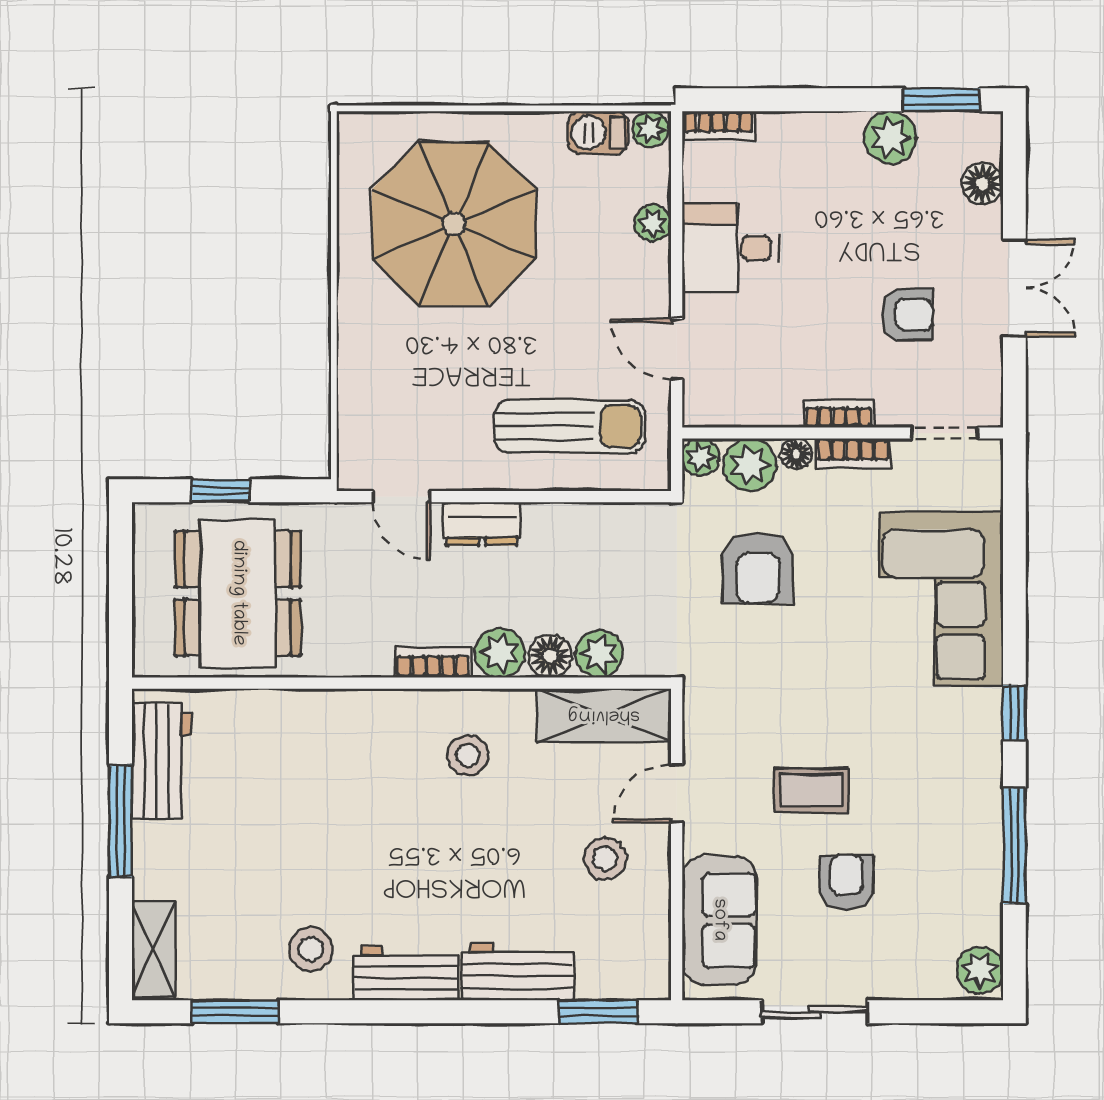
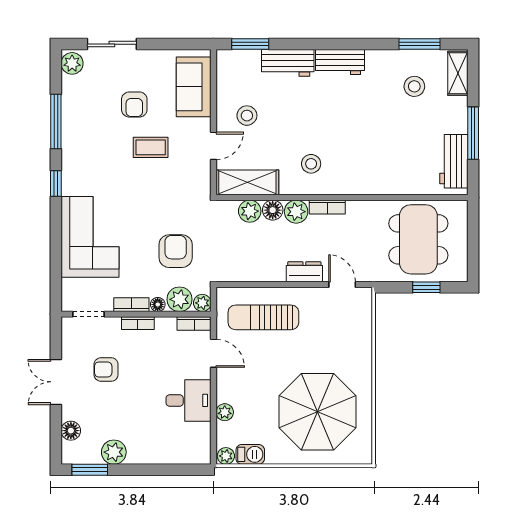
bookcase: (718, 126) -> (194, 324), moved, turned 180
stool: (311, 949) -> (414, 86), moved
sliding door: (815, 1012) -> (112, 44), moved

